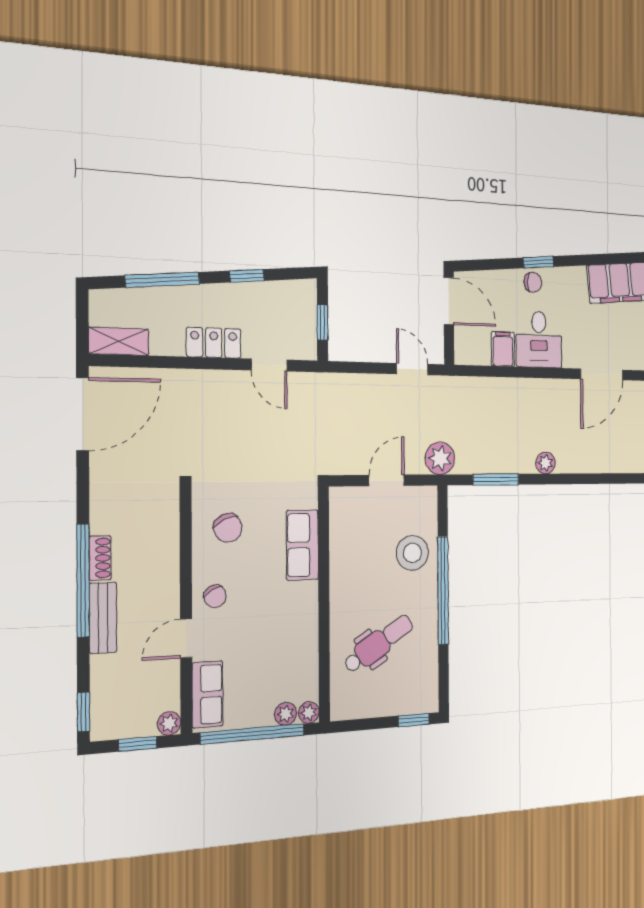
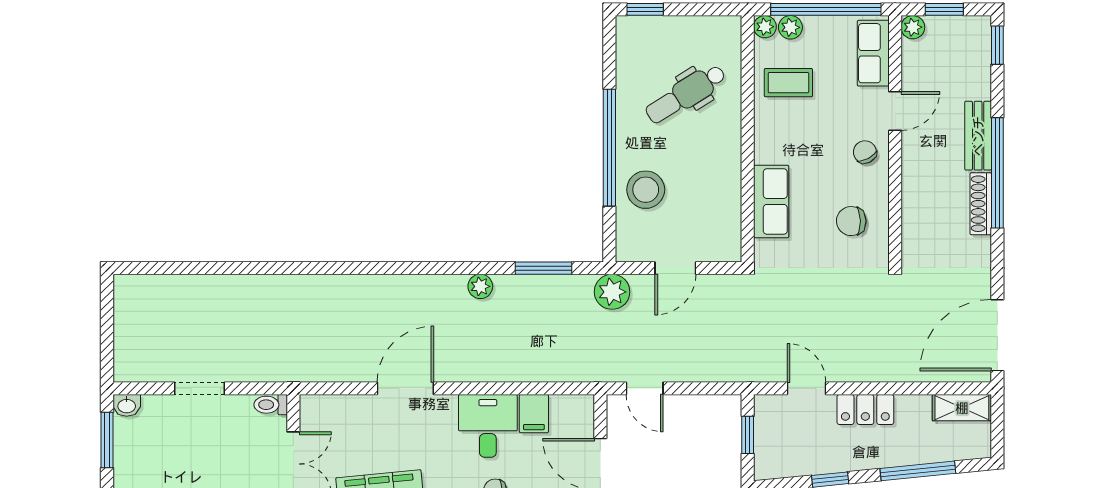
chair: (228, 528) -> (851, 221), turned -67
shoe rack: (100, 558) -> (981, 204), width x1.43
coffee table: (287, 660) -> (788, 83), added

